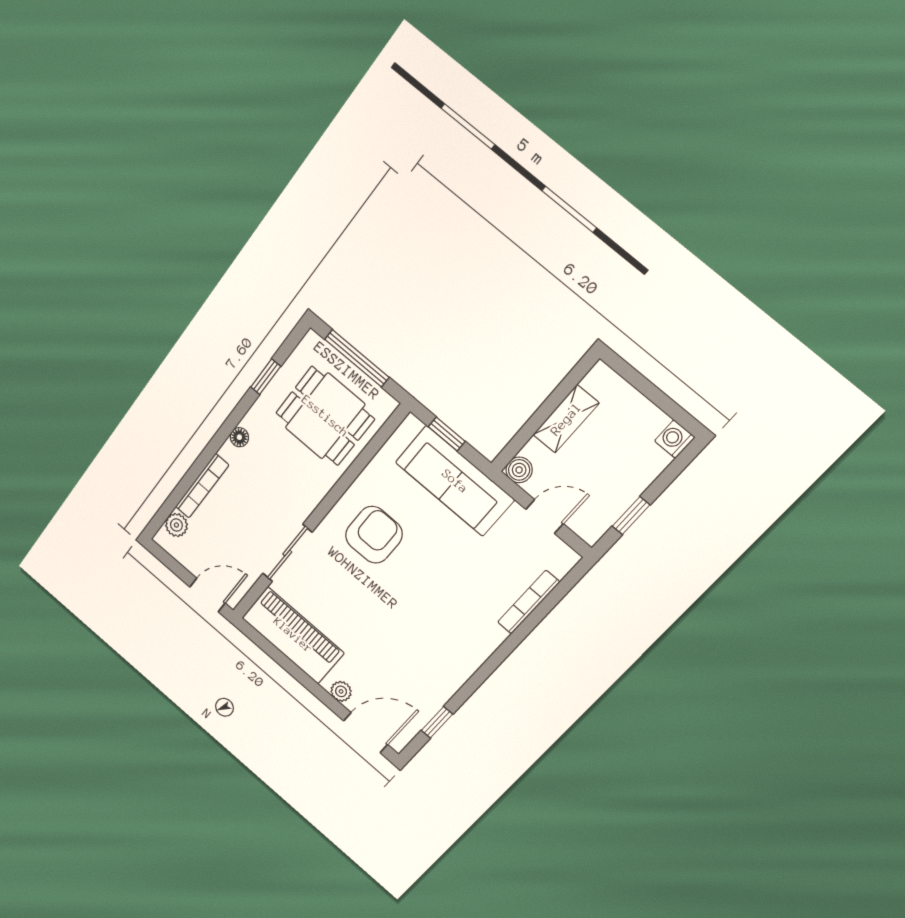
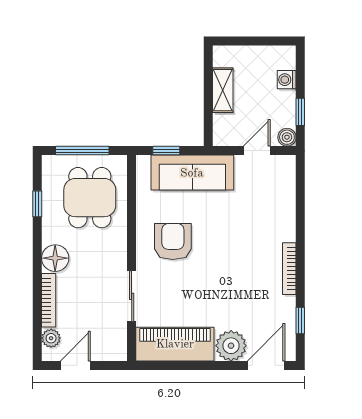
dining table: (325, 416) -> (90, 198), turned 90
floor lamp: (239, 437) -> (55, 258), width x1.89, depth x1.89
washing machine: (675, 439) -> (287, 80), moved
boiler: (519, 470) -> (287, 137), moved
door: (207, 595) -> (75, 365), moved
bookcase: (528, 602) -> (289, 269), moved
plant: (341, 691) -> (231, 346), width x1.88, depth x1.88

